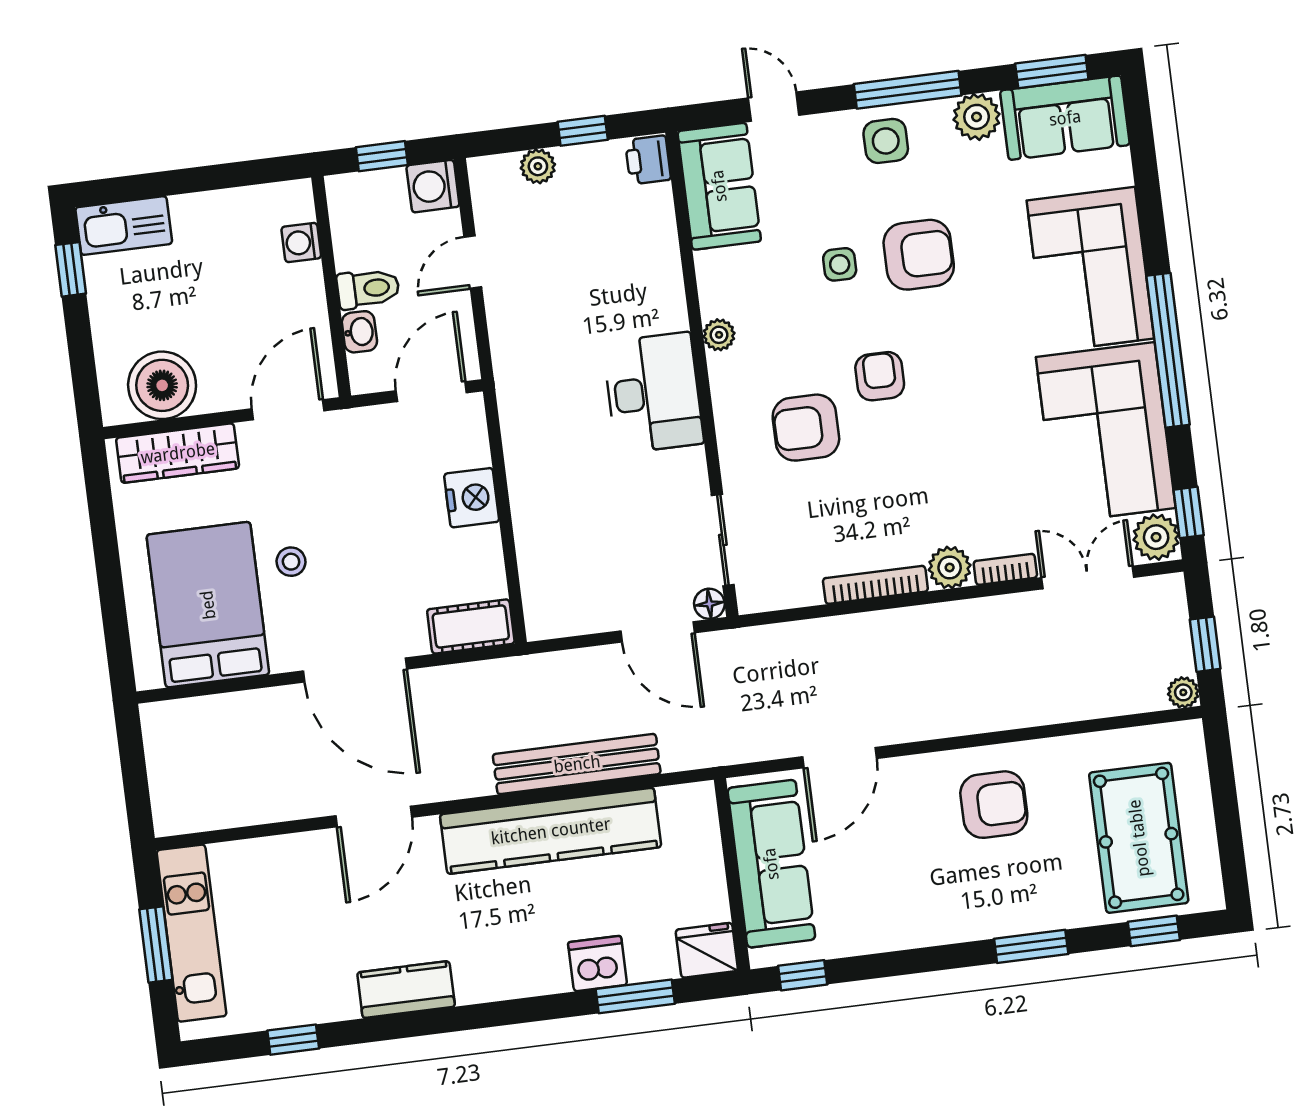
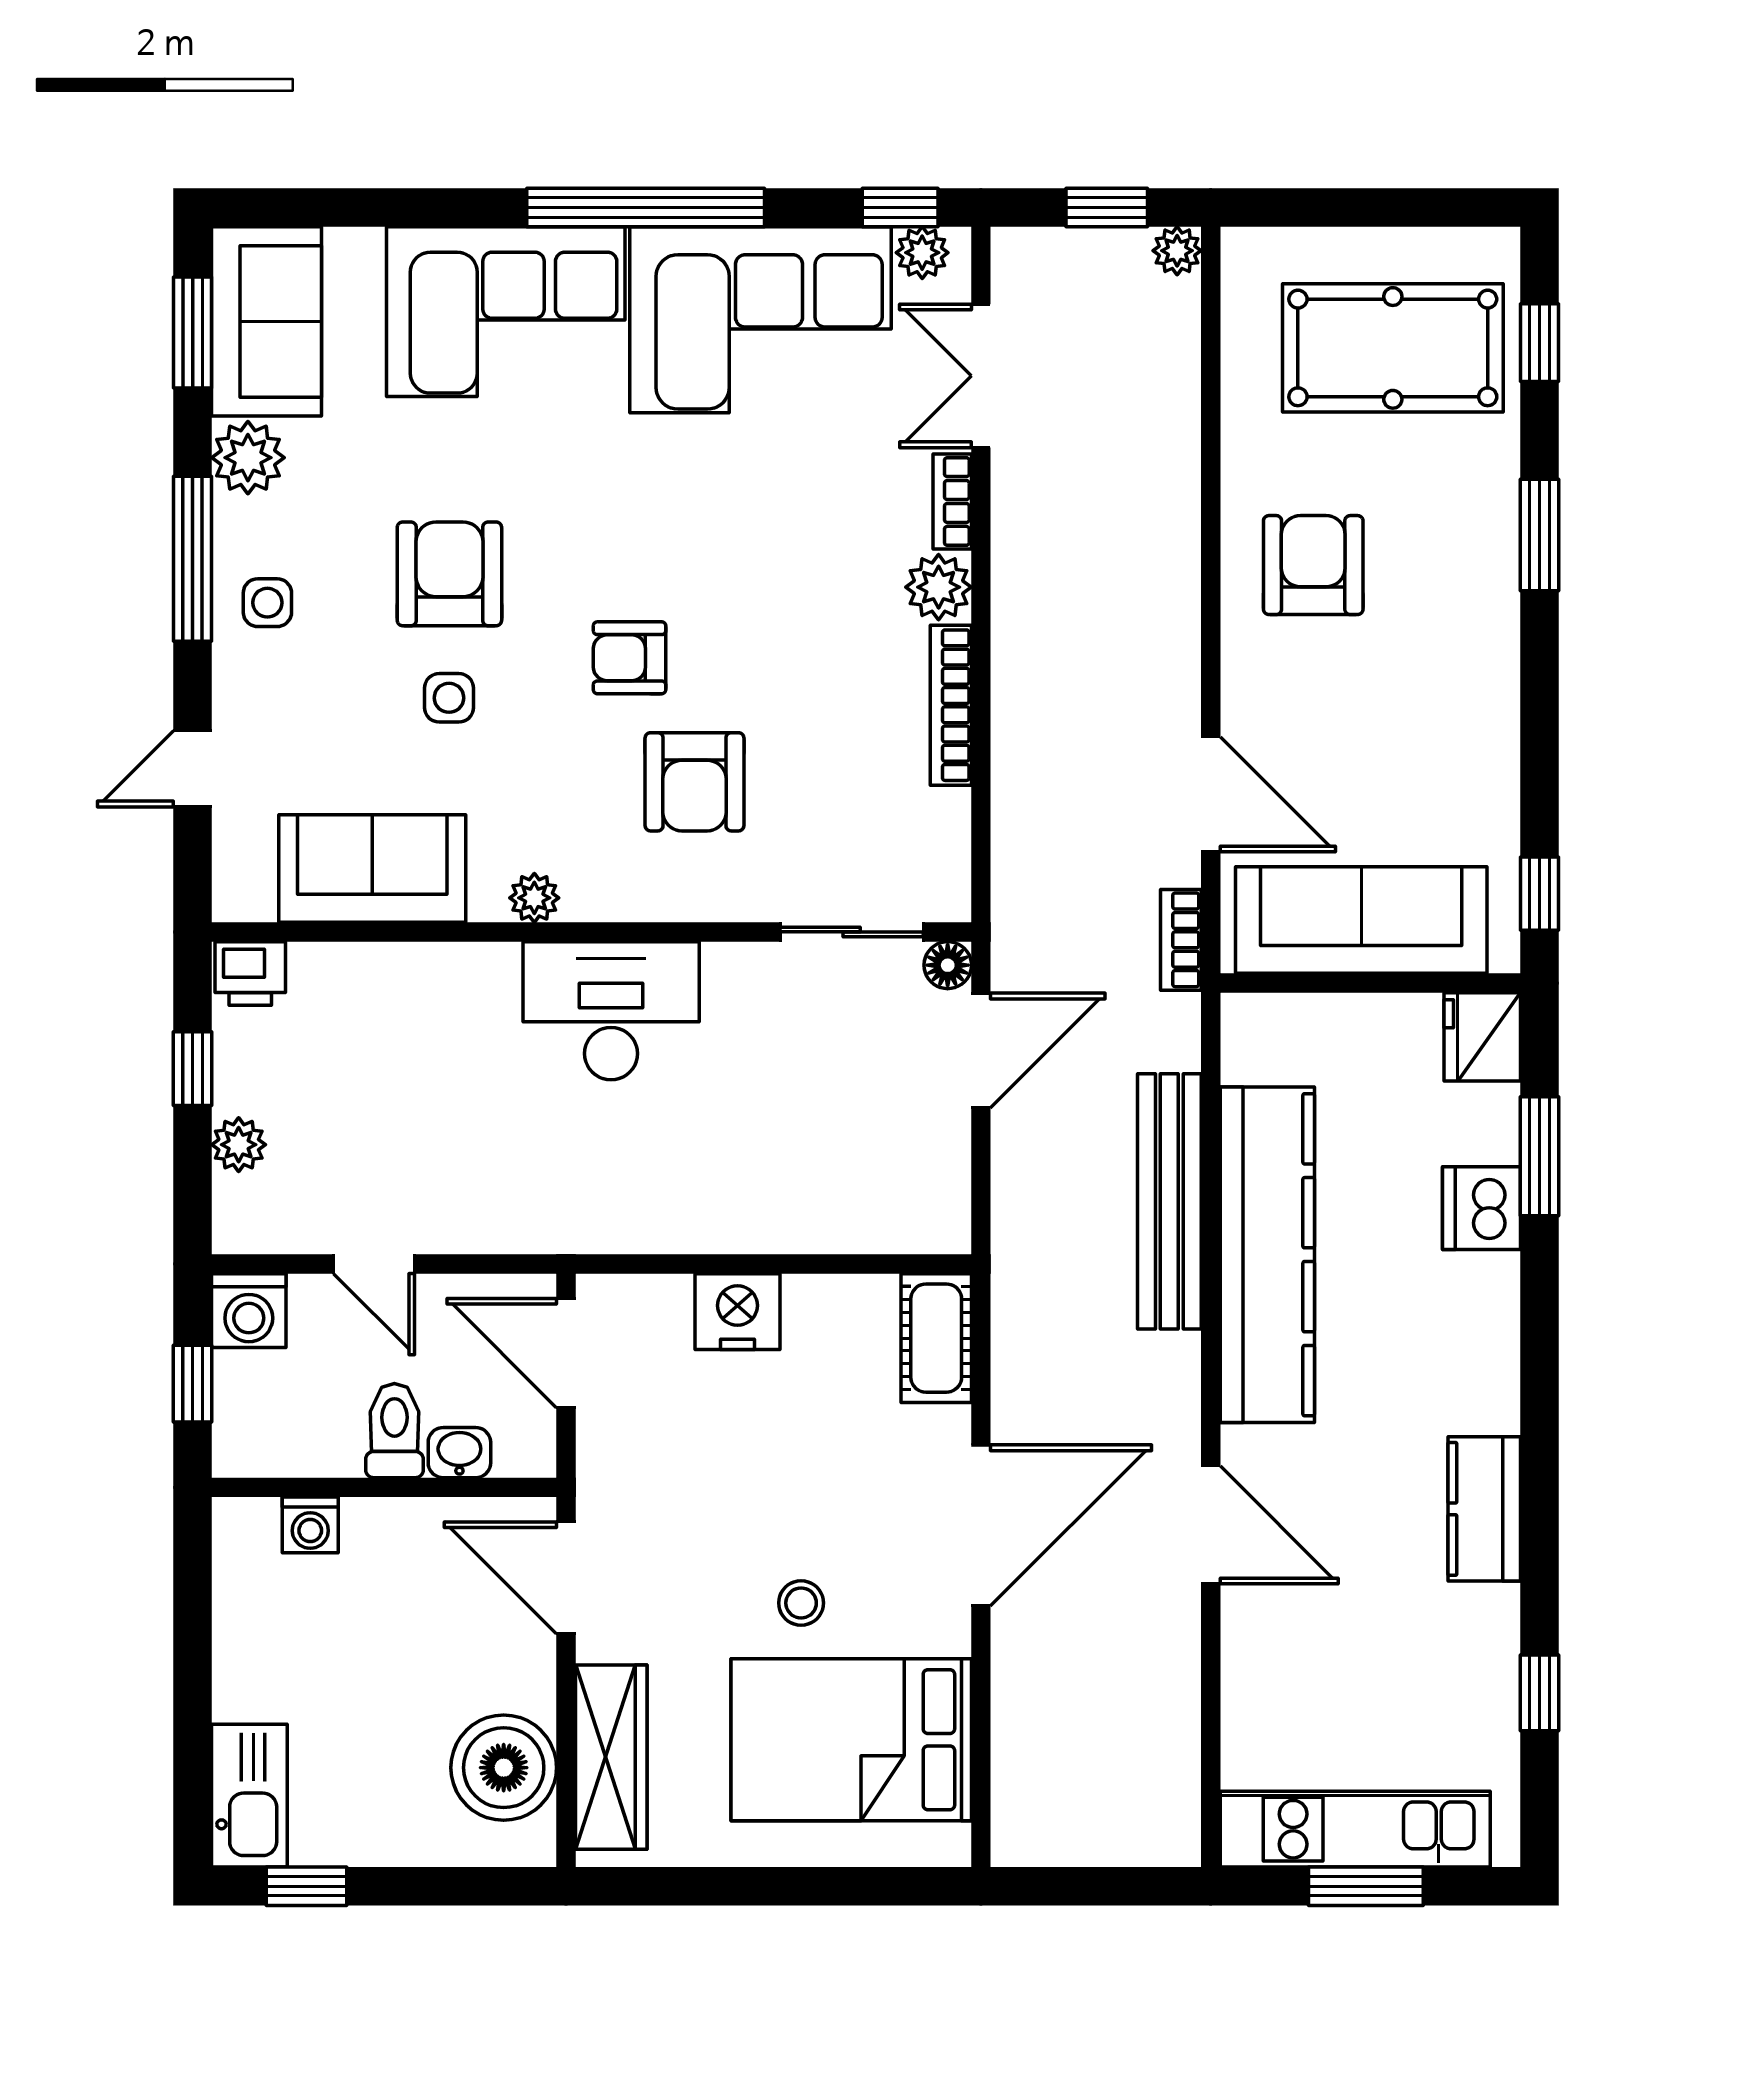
side table: (886, 141) -> (267, 603), width x0.73, depth x0.73
sofa: (719, 186) -> (372, 868), moved
plant: (1156, 537) -> (922, 253), width x0.73, depth x0.73
bookcase: (744, 750) -> (1181, 940), added

